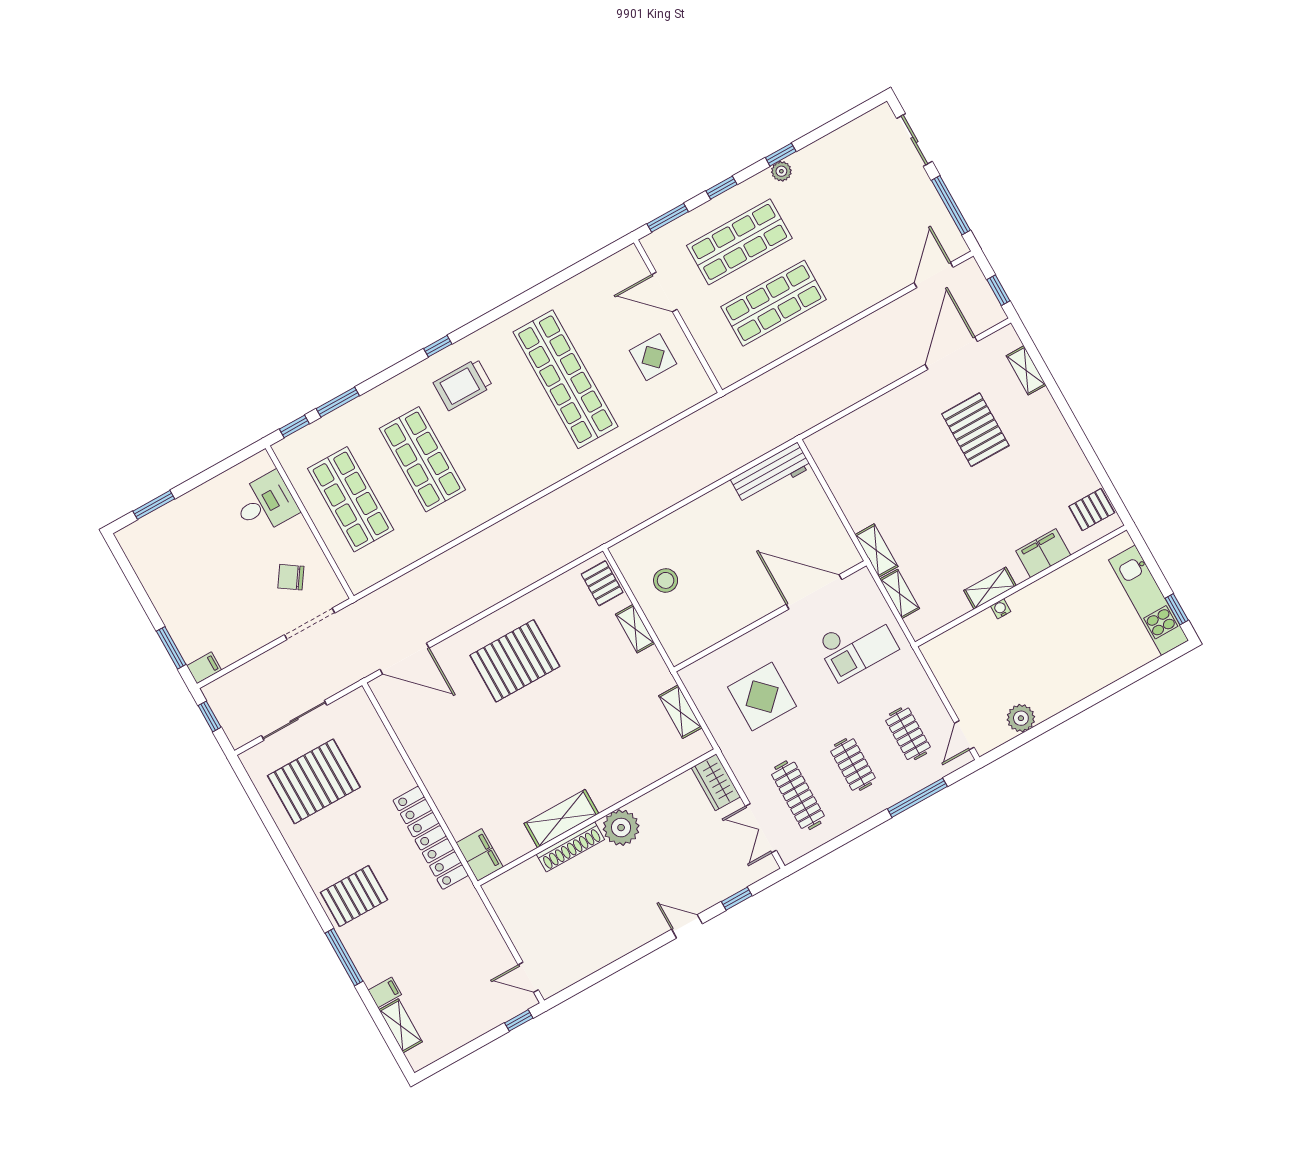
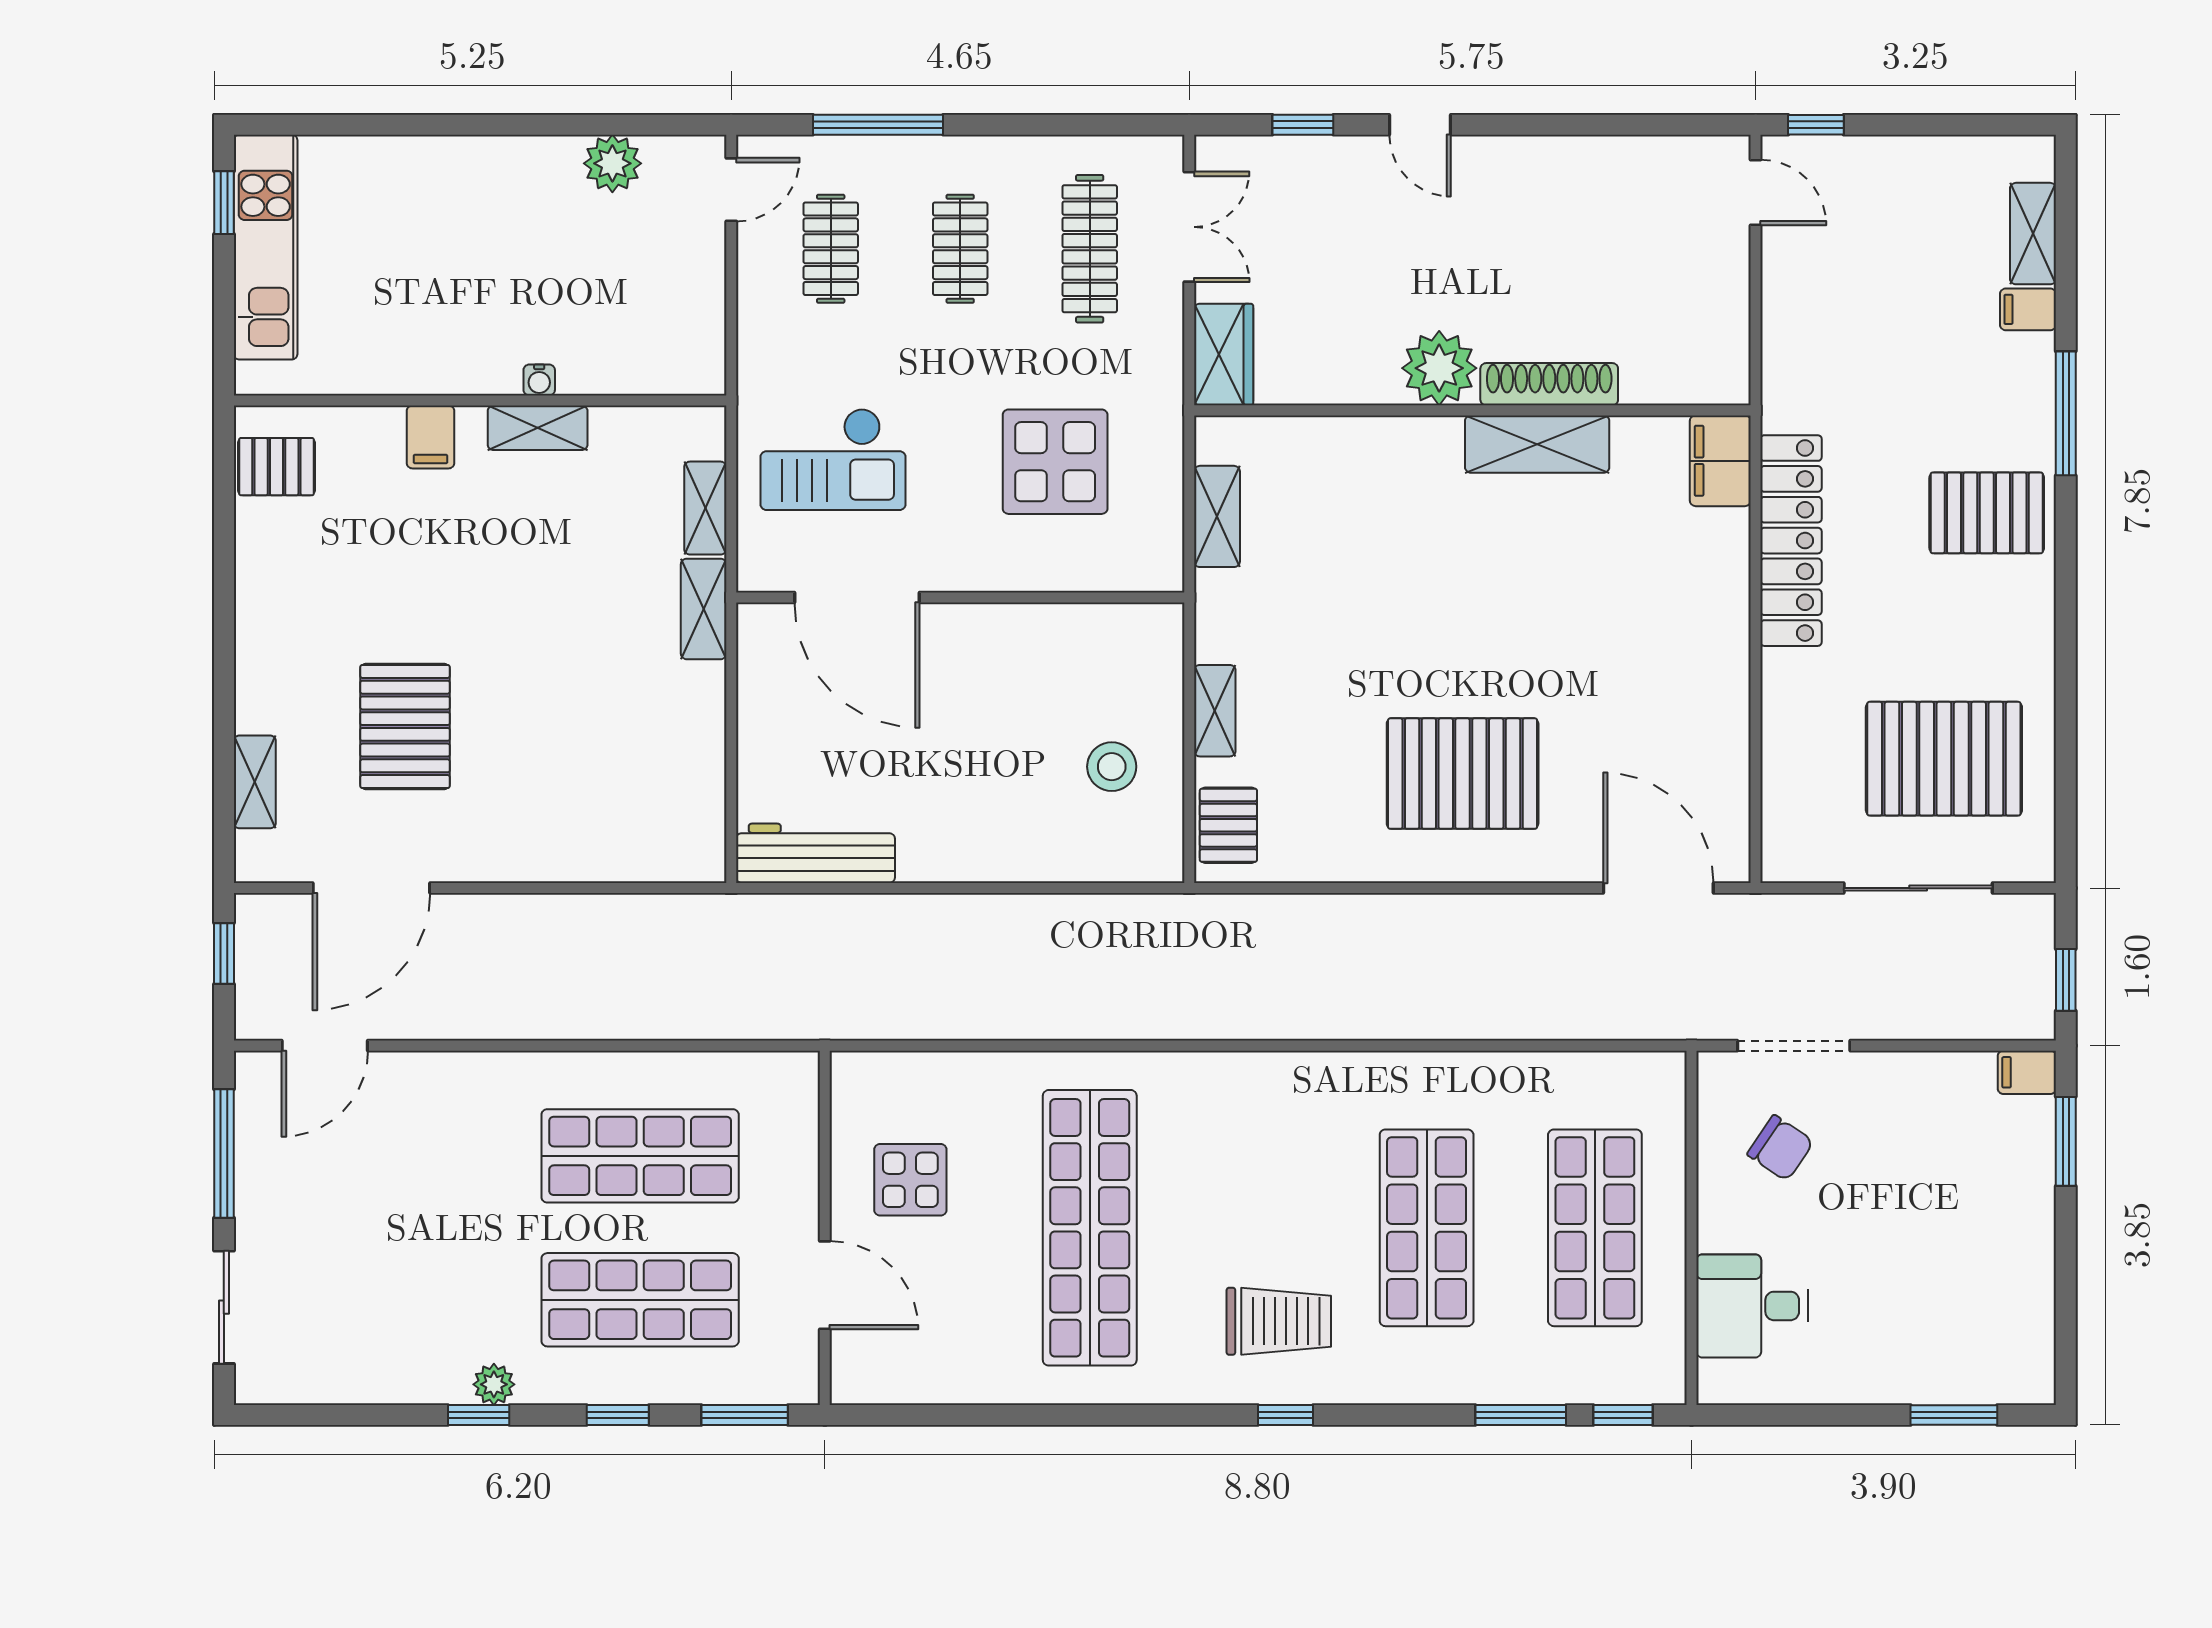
filing cabinet: (1043, 553) -> (430, 437), width x0.50
checkout: (857, 645) -> (833, 459), turned 180

